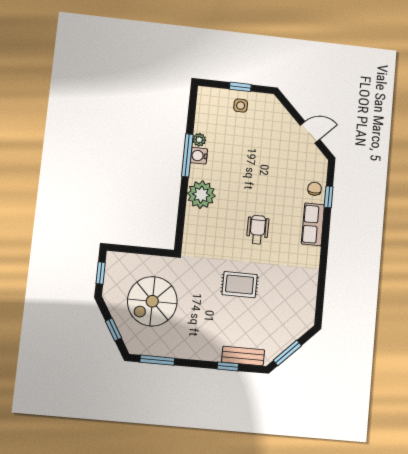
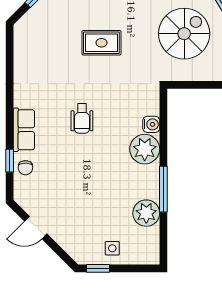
window: (240, 87) -> (98, 268), moved
plant: (199, 140) -> (146, 213), width x1.88, depth x1.88
water cooler: (199, 156) -> (151, 124), moved
rug: (240, 285) -> (101, 43), moved

